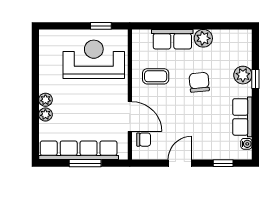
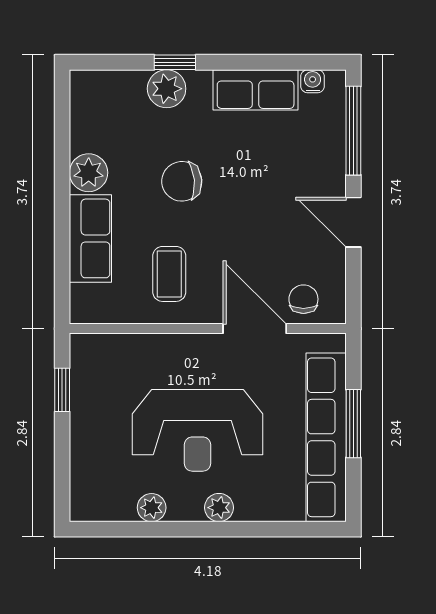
reception desk: (94, 59) -> (198, 430), moved, turned -90
plant: (45, 115) -> (152, 508), moved
door: (130, 117) -> (255, 329), hinge flipped
window: (223, 163) -> (353, 131), width x2.17

